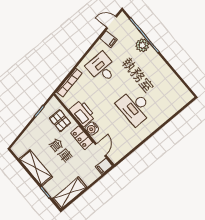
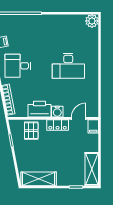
plant: (142, 45) -> (92, 21), moved
pallet: (60, 121) -> (31, 131), turned 90
door: (101, 150) -> (79, 118), hinge flipped
shelving: (36, 168) -> (39, 179), moved

